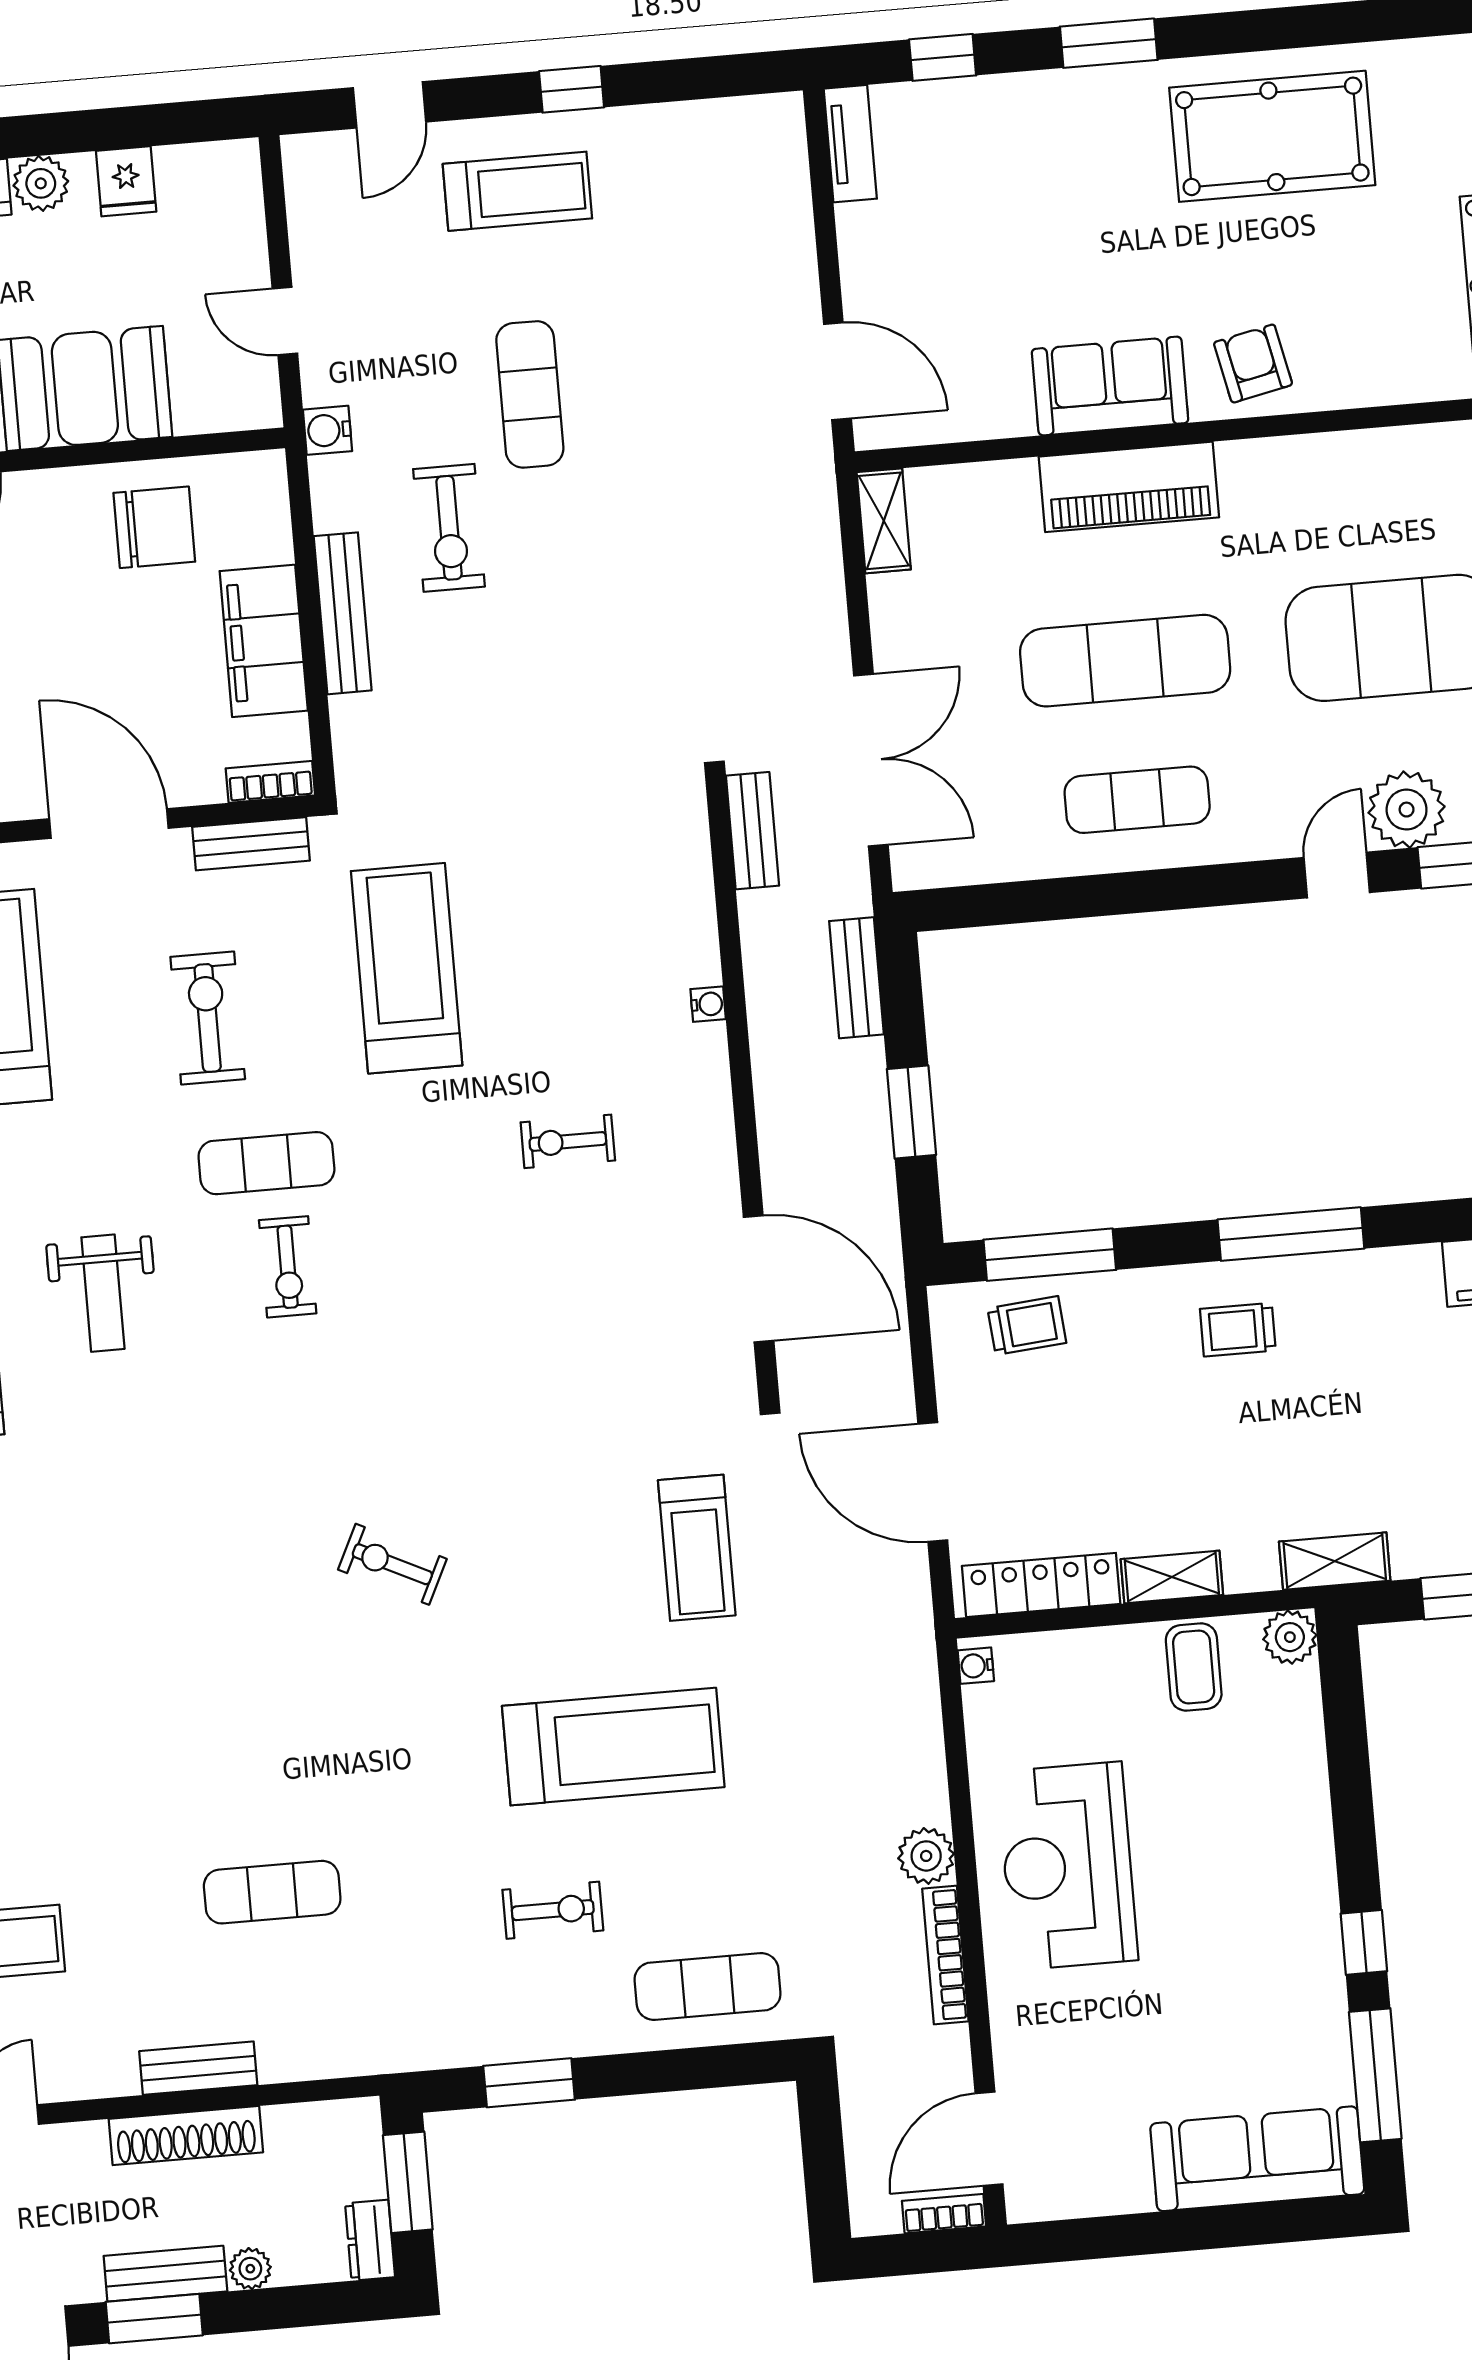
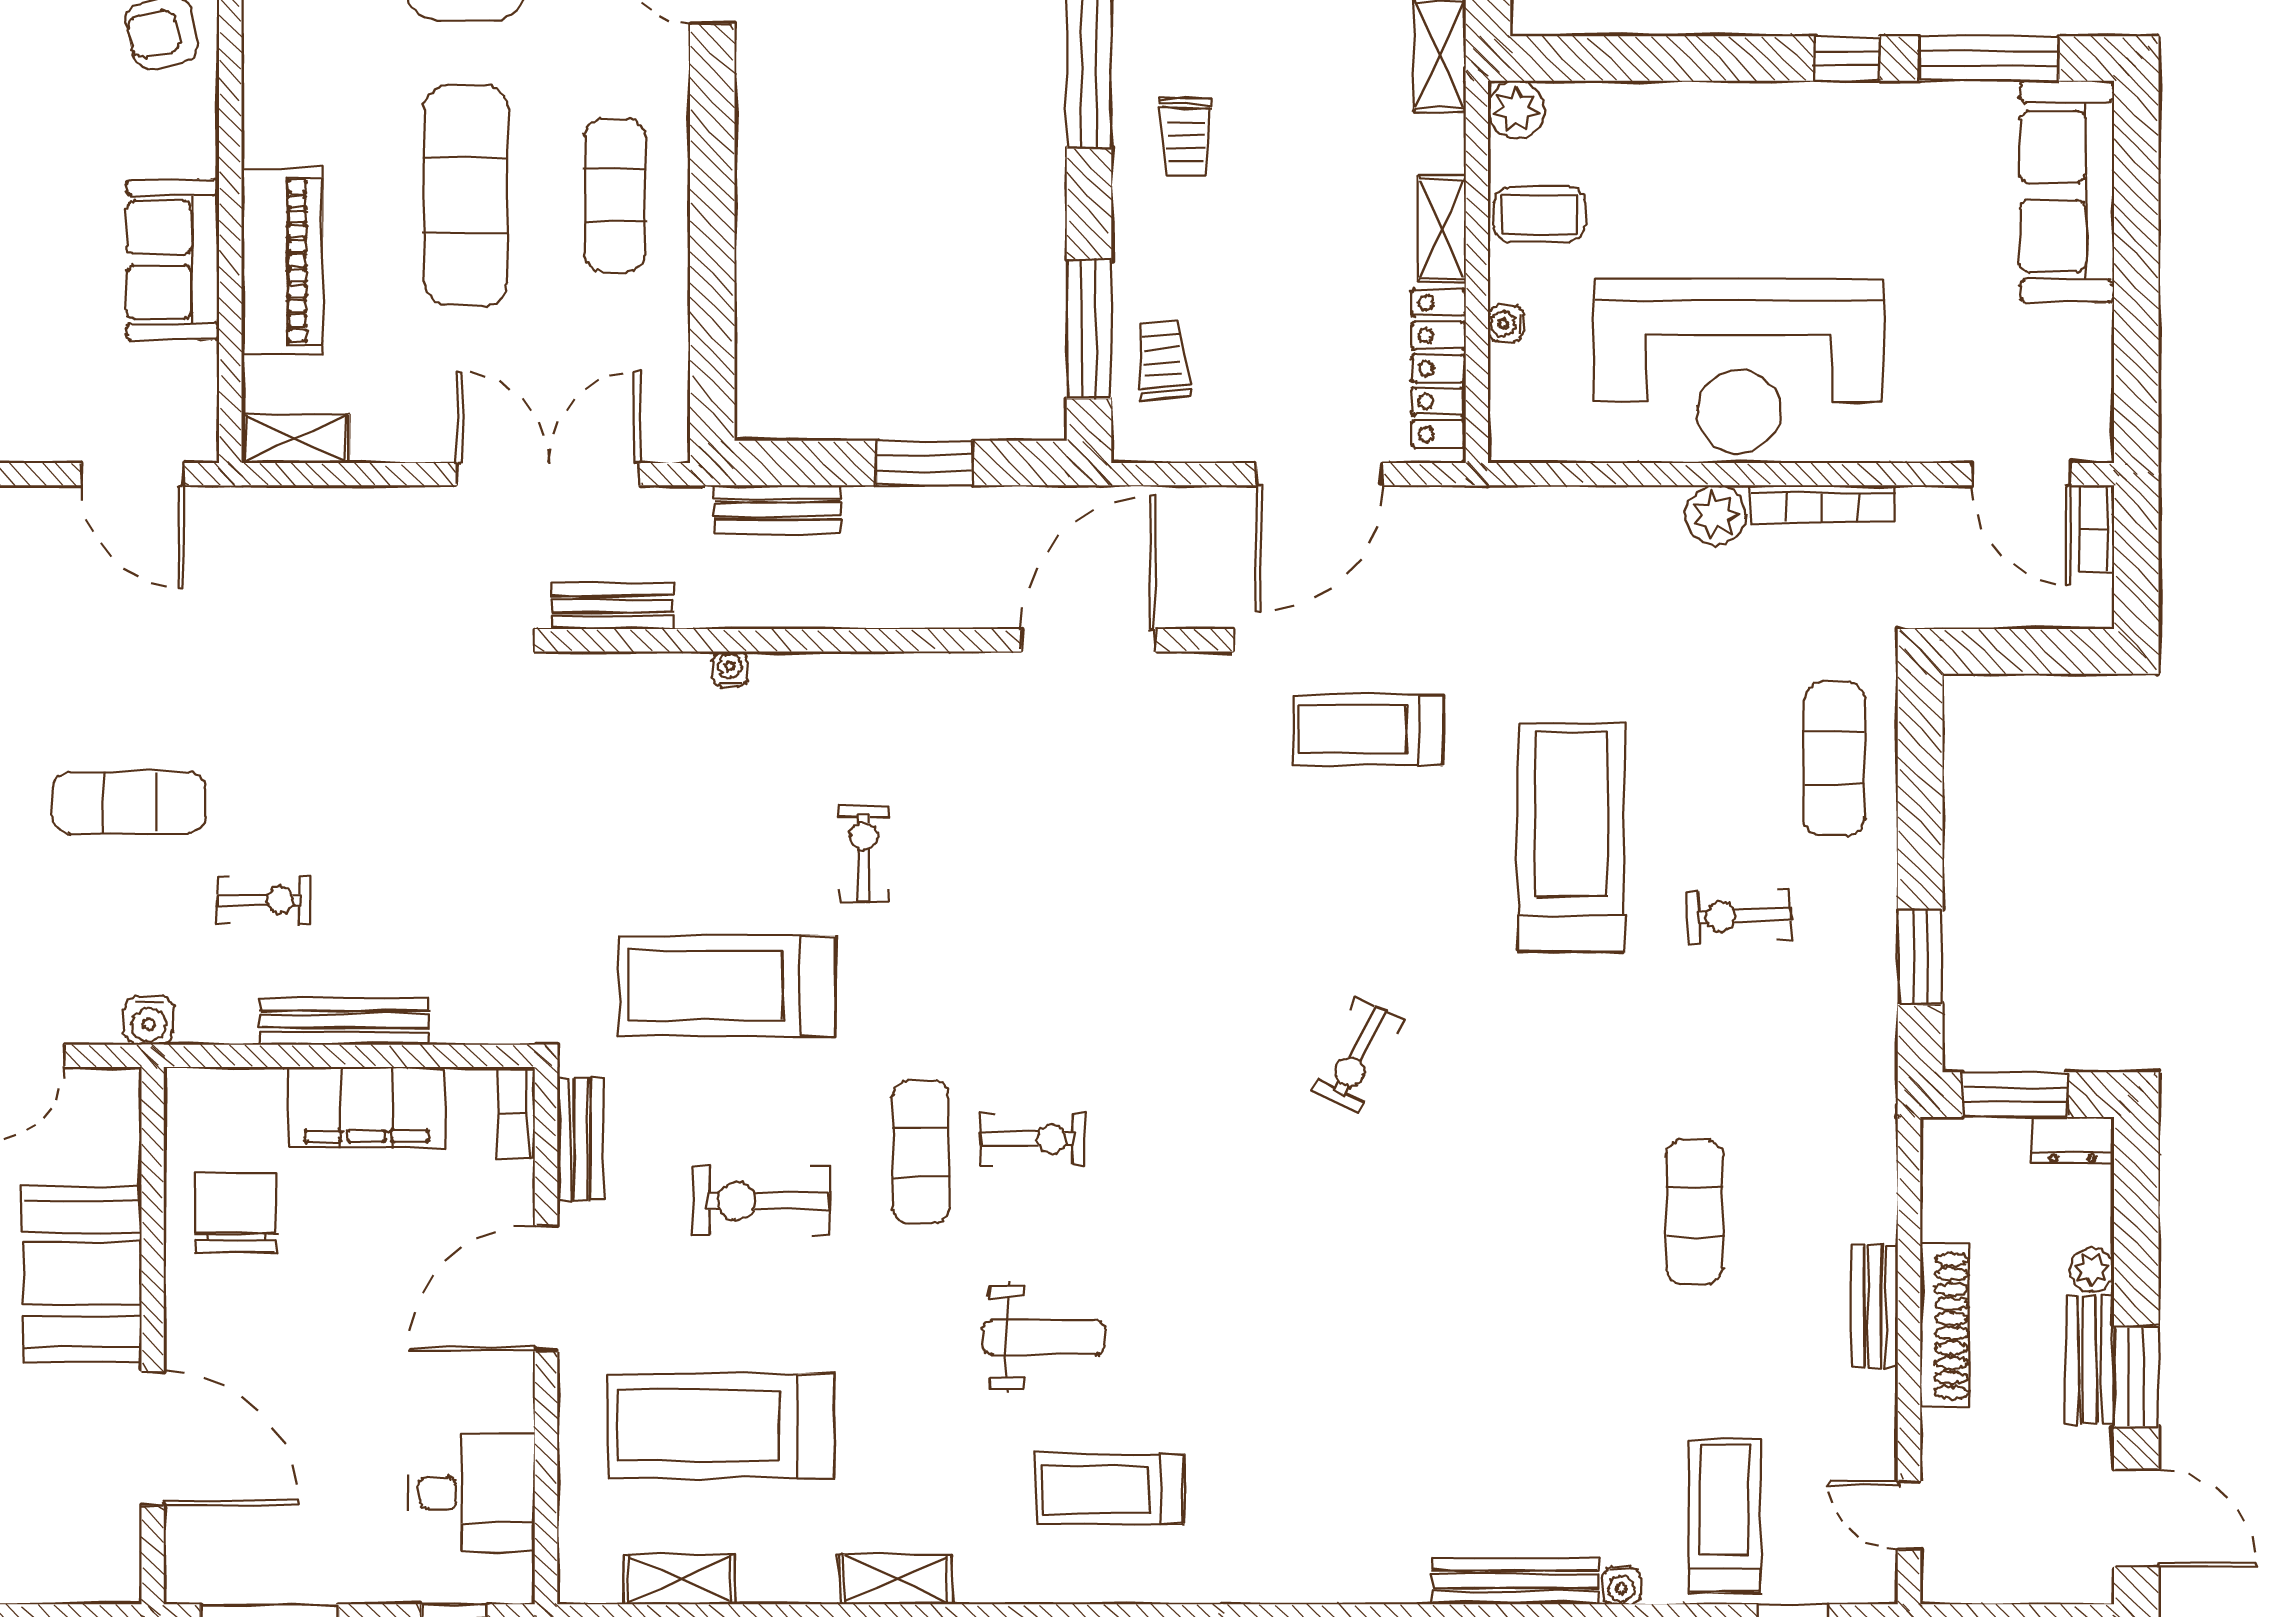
door: (837, 371) -> (133, 474), swing flipped
sofa: (1110, 386) -> (173, 260), moved
piano: (1129, 487) -> (282, 261), moved
exercise bike: (449, 528) -> (263, 900), width x0.73, depth x0.72
water cooler: (708, 1004) -> (730, 669), moved
exercise bike: (568, 1141) -> (864, 853), moved, turned 180
treadmill: (697, 1548) -> (1368, 730), turned 180
water cooler: (976, 1666) -> (1506, 324), moved, turned 90
reception desk: (1067, 1866) -> (1739, 366), width x1.36, depth x1.30
exercise bike: (553, 1910) -> (1739, 916), turned -92

